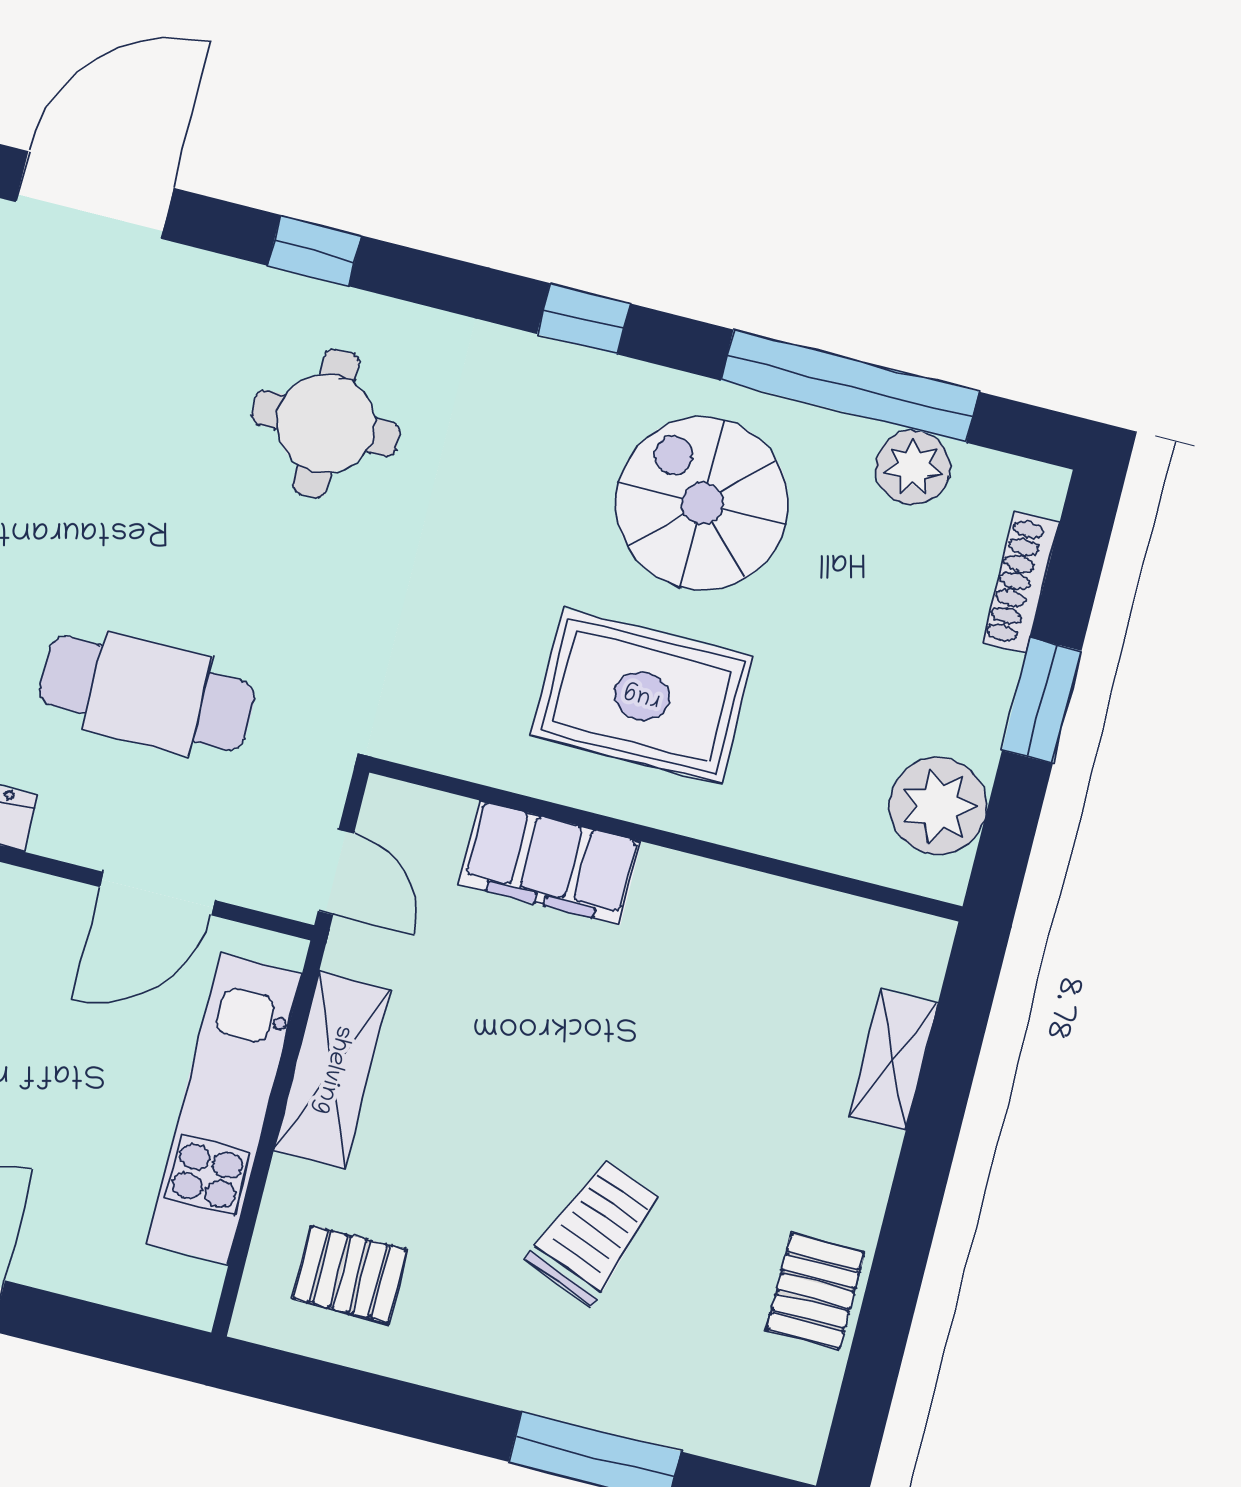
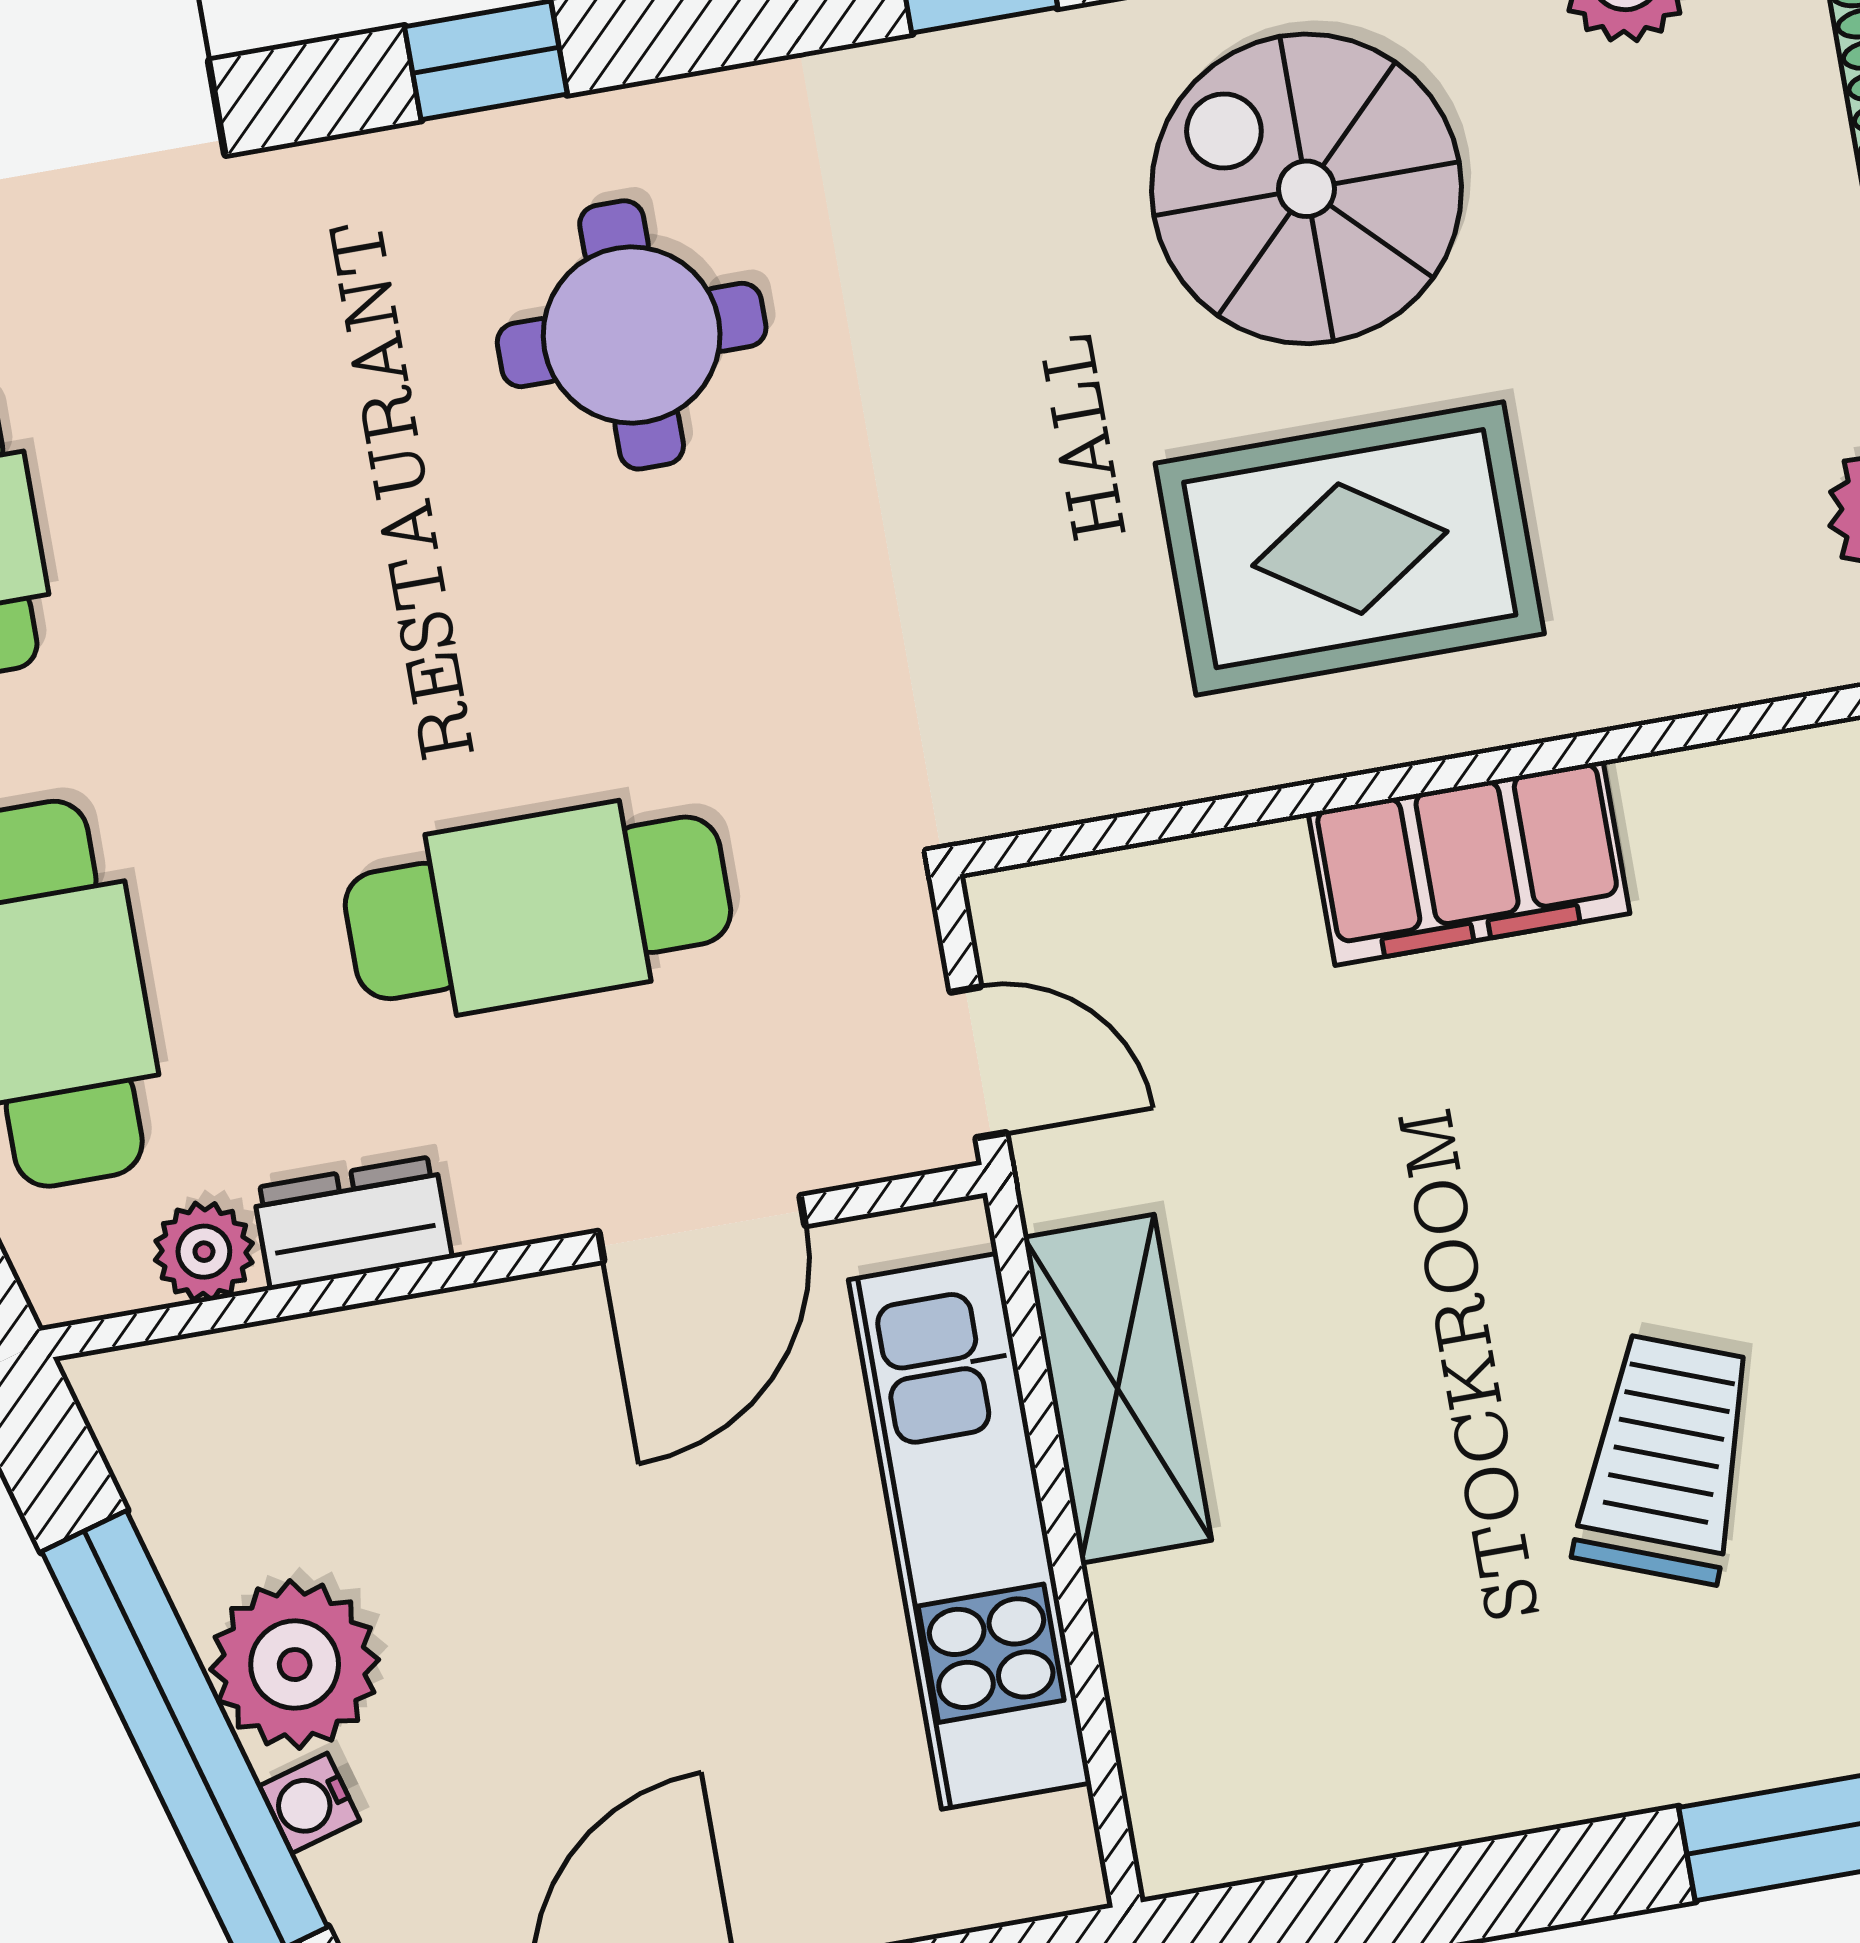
filing cabinet: (550, 863) -> (1469, 863), moved
pallet: (350, 1274) -> (1297, 1710), removed

